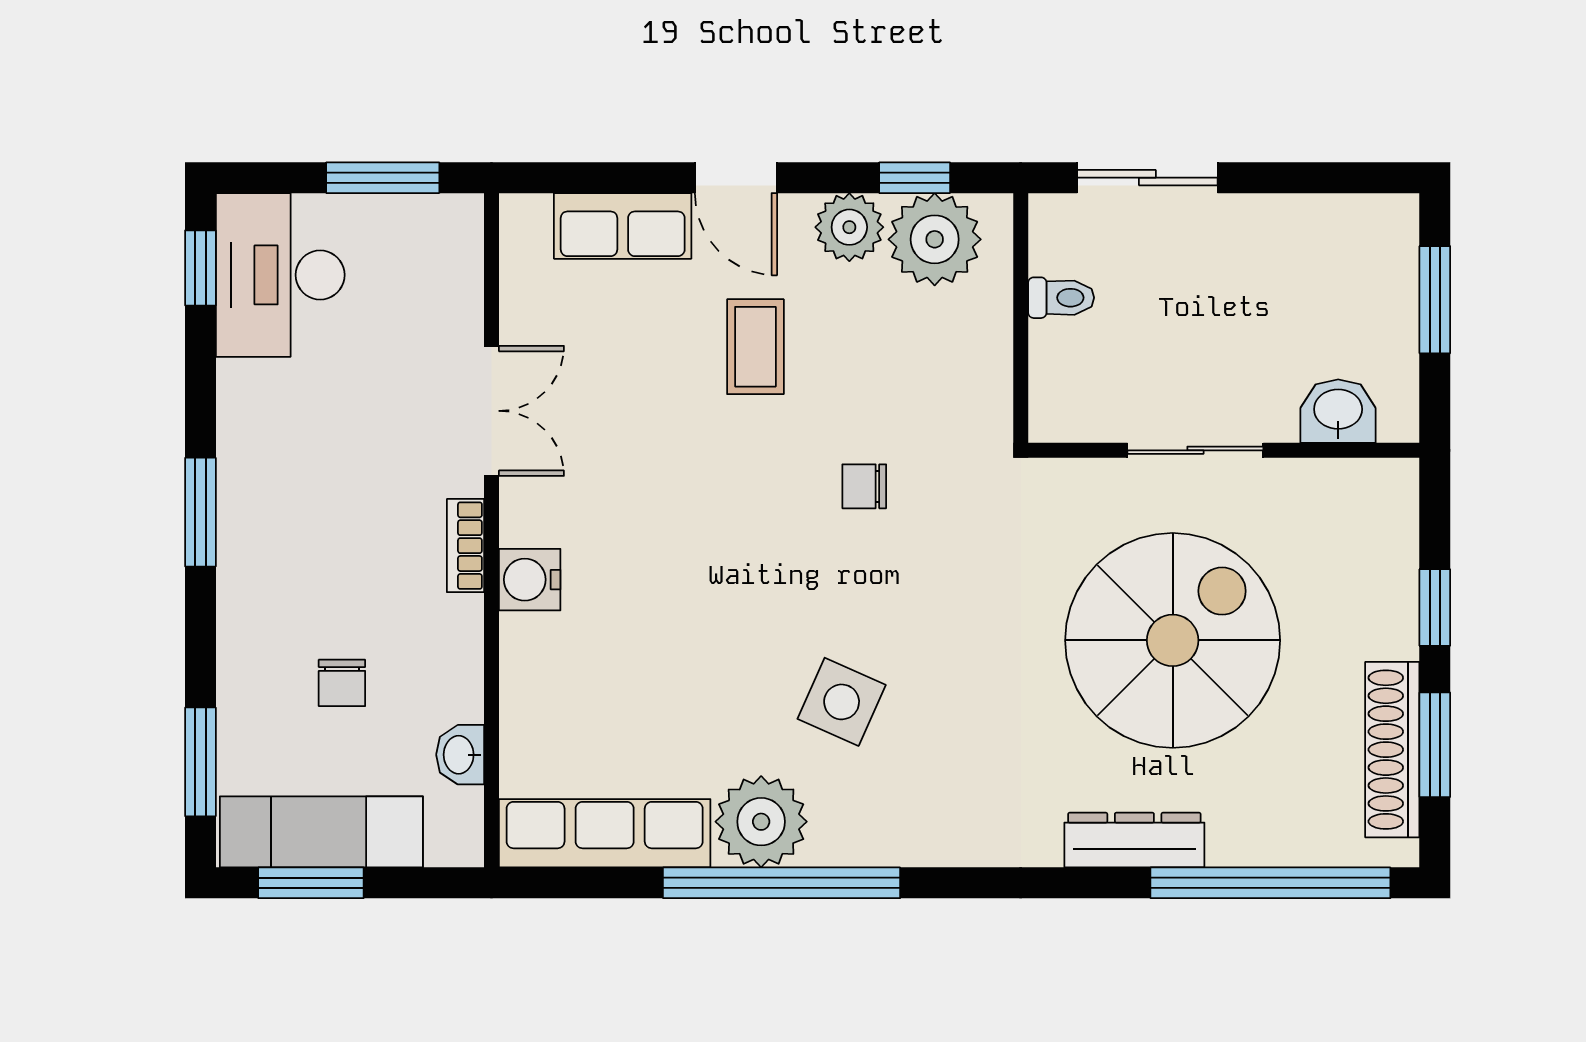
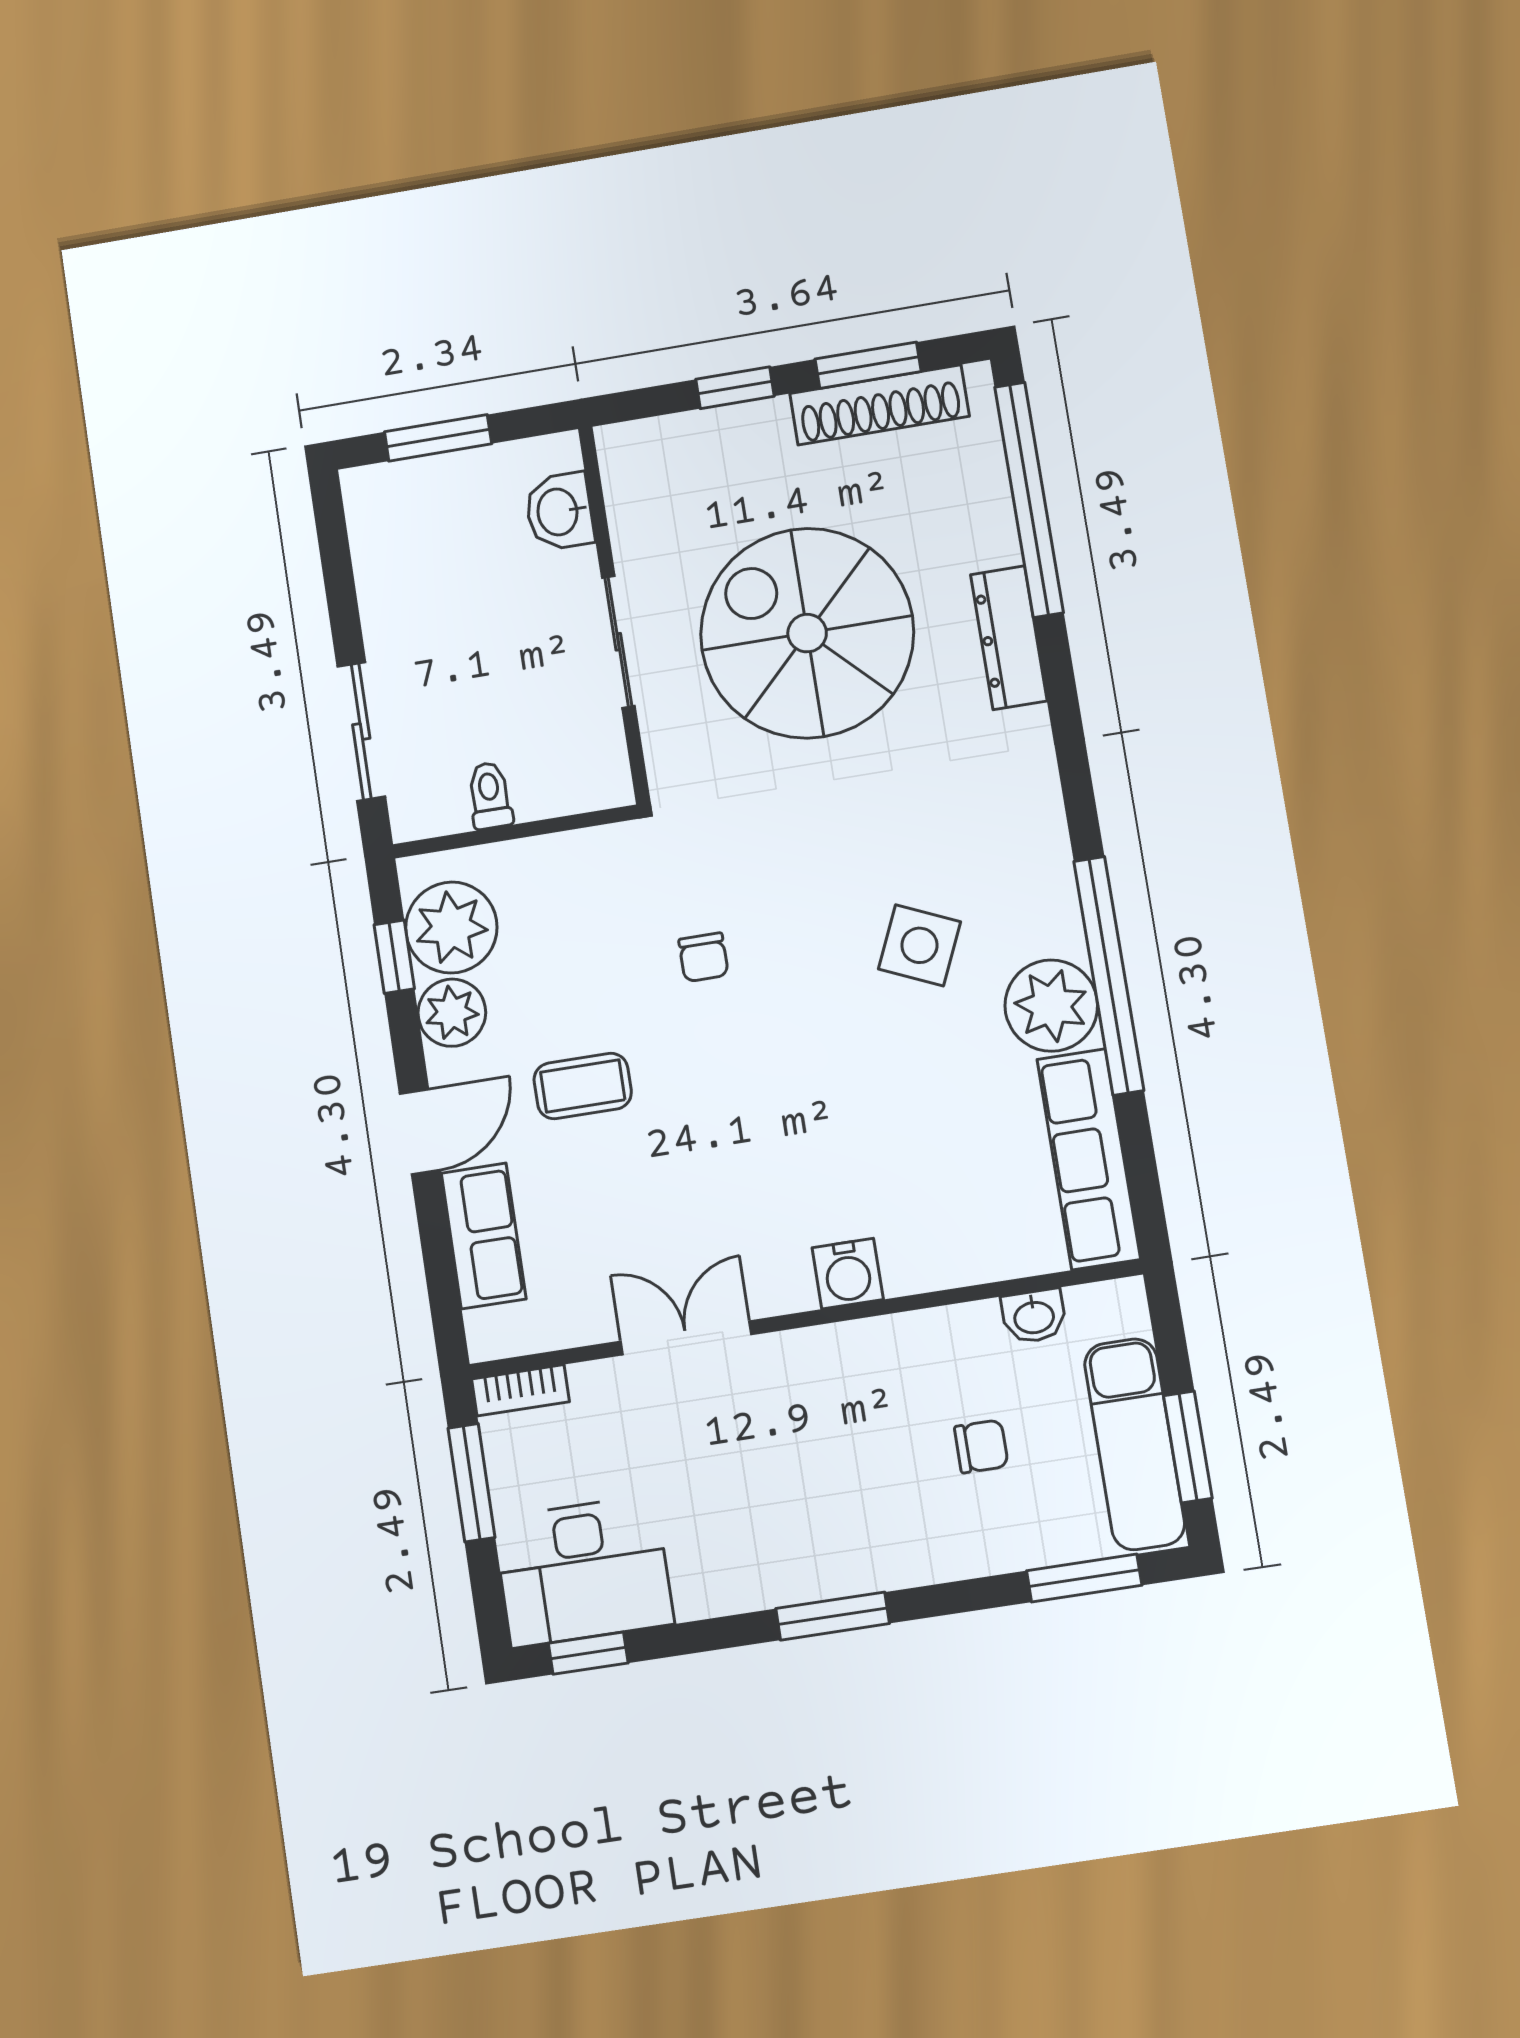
bookcase: (465, 546) -> (520, 1390), moved

